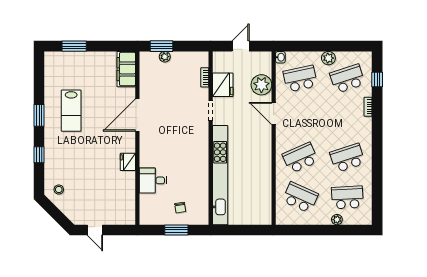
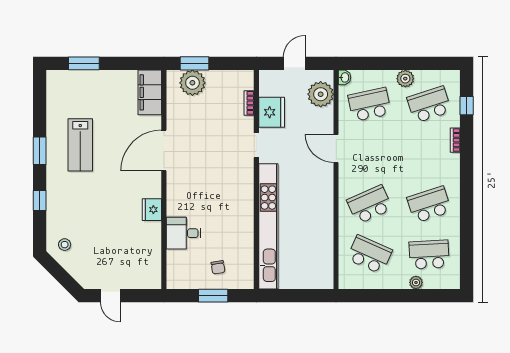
plant: (165, 57) -> (192, 83), width x1.88, depth x1.88
plant: (261, 85) -> (321, 94), moved

